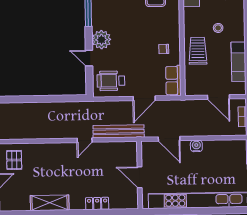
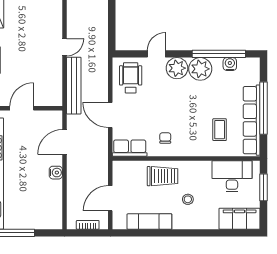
plant: (102, 19) -> (200, 69), added
door: (85, 140) -> (64, 47), swing flipped

